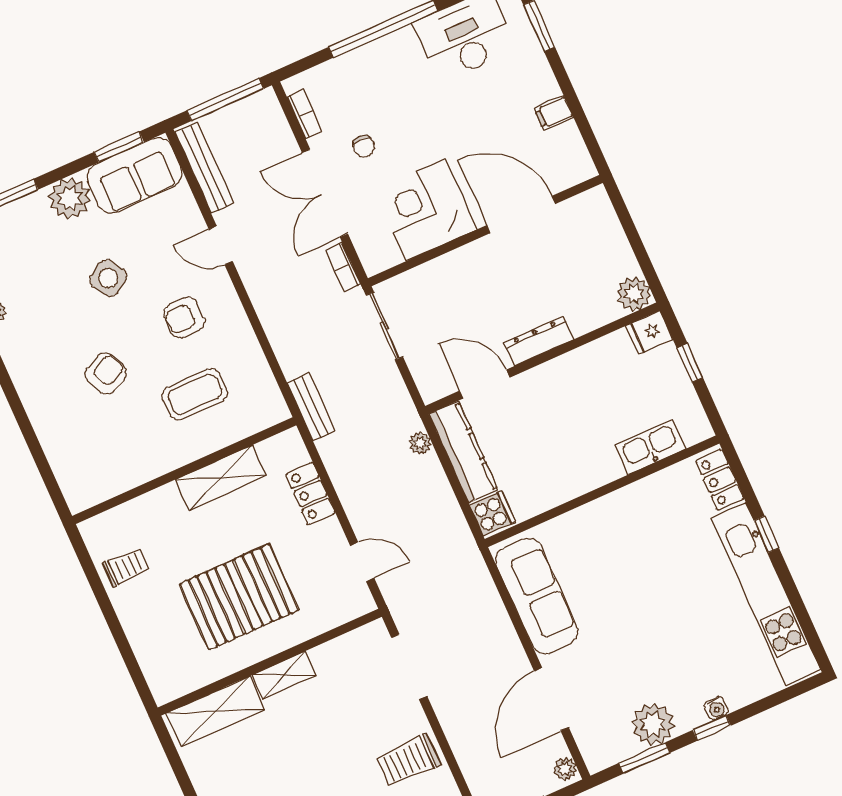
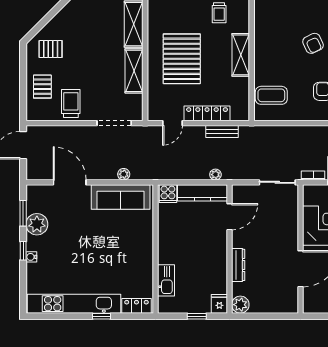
dresser: (539, 341) -> (238, 265), moved
coffee table: (195, 394) -> (271, 95), moved, turned 90
bench: (311, 407) -> (222, 132), moved
shelving: (221, 478) -> (241, 55), moved
locker: (310, 493) -> (207, 113), width x1.53
shelving: (284, 675) -> (134, 71), width x1.50, depth x1.33
plant: (565, 769) -> (124, 174), moved

